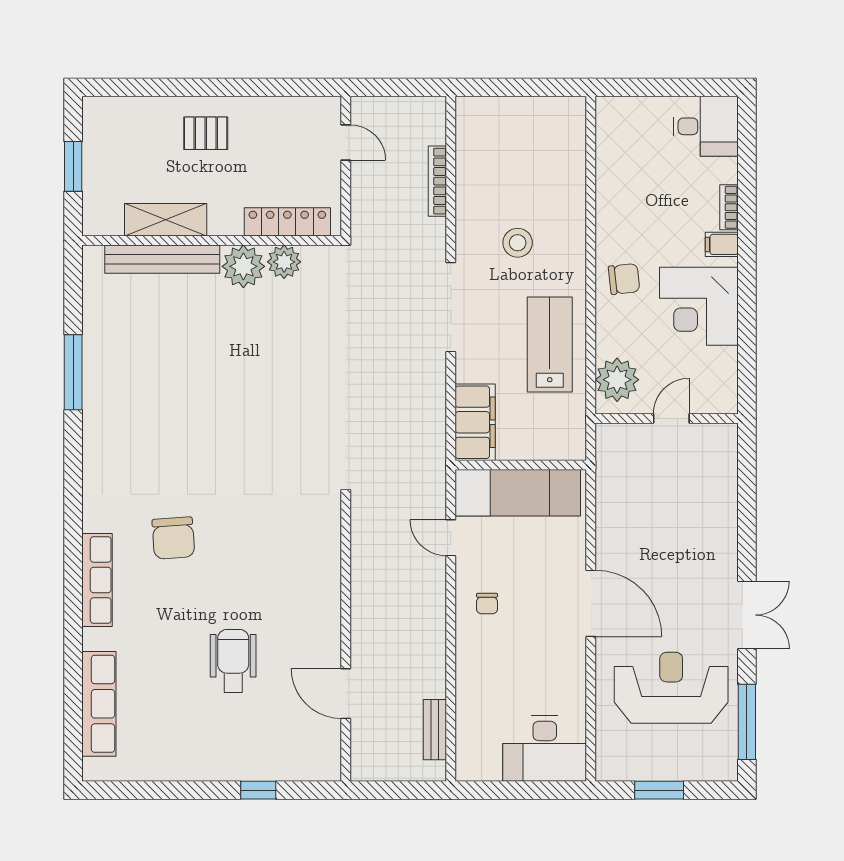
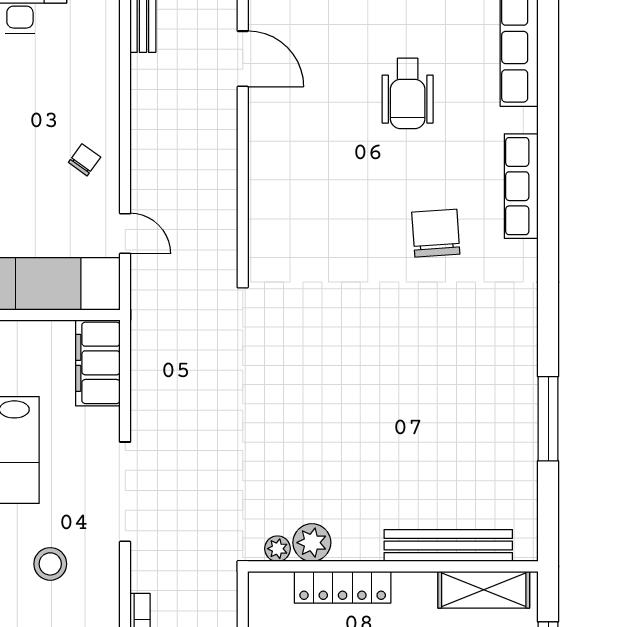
shelving: (166, 220) -> (484, 590), moved
locker: (287, 222) -> (343, 587), moved
plant: (243, 266) -> (278, 549), moved, width x0.53, depth x0.53
chair: (487, 604) -> (85, 160), turned 36
wheelchair: (233, 661) -> (408, 93), moved

